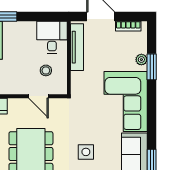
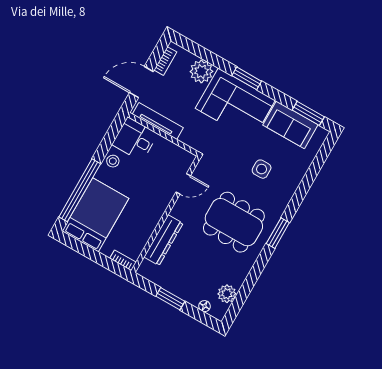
plant: (141, 60) -> (201, 71), width x1.87, depth x1.87
window: (152, 67) -> (247, 78), moved
stool: (46, 70) -> (113, 161), moved

